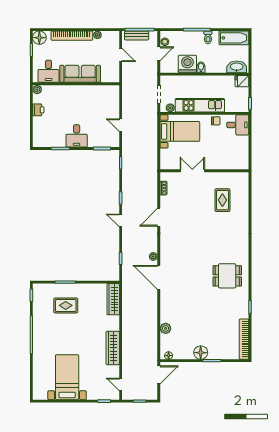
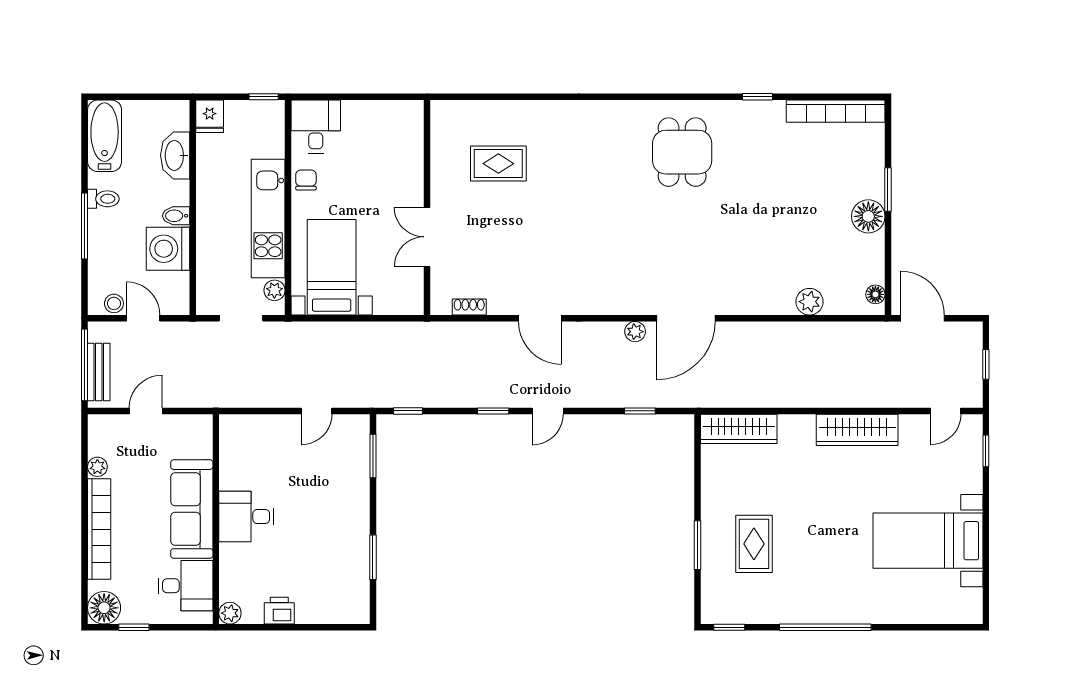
washbasin: (237, 67) -> (175, 155), moved
desk: (77, 136) -> (246, 516), moved, turned 180

